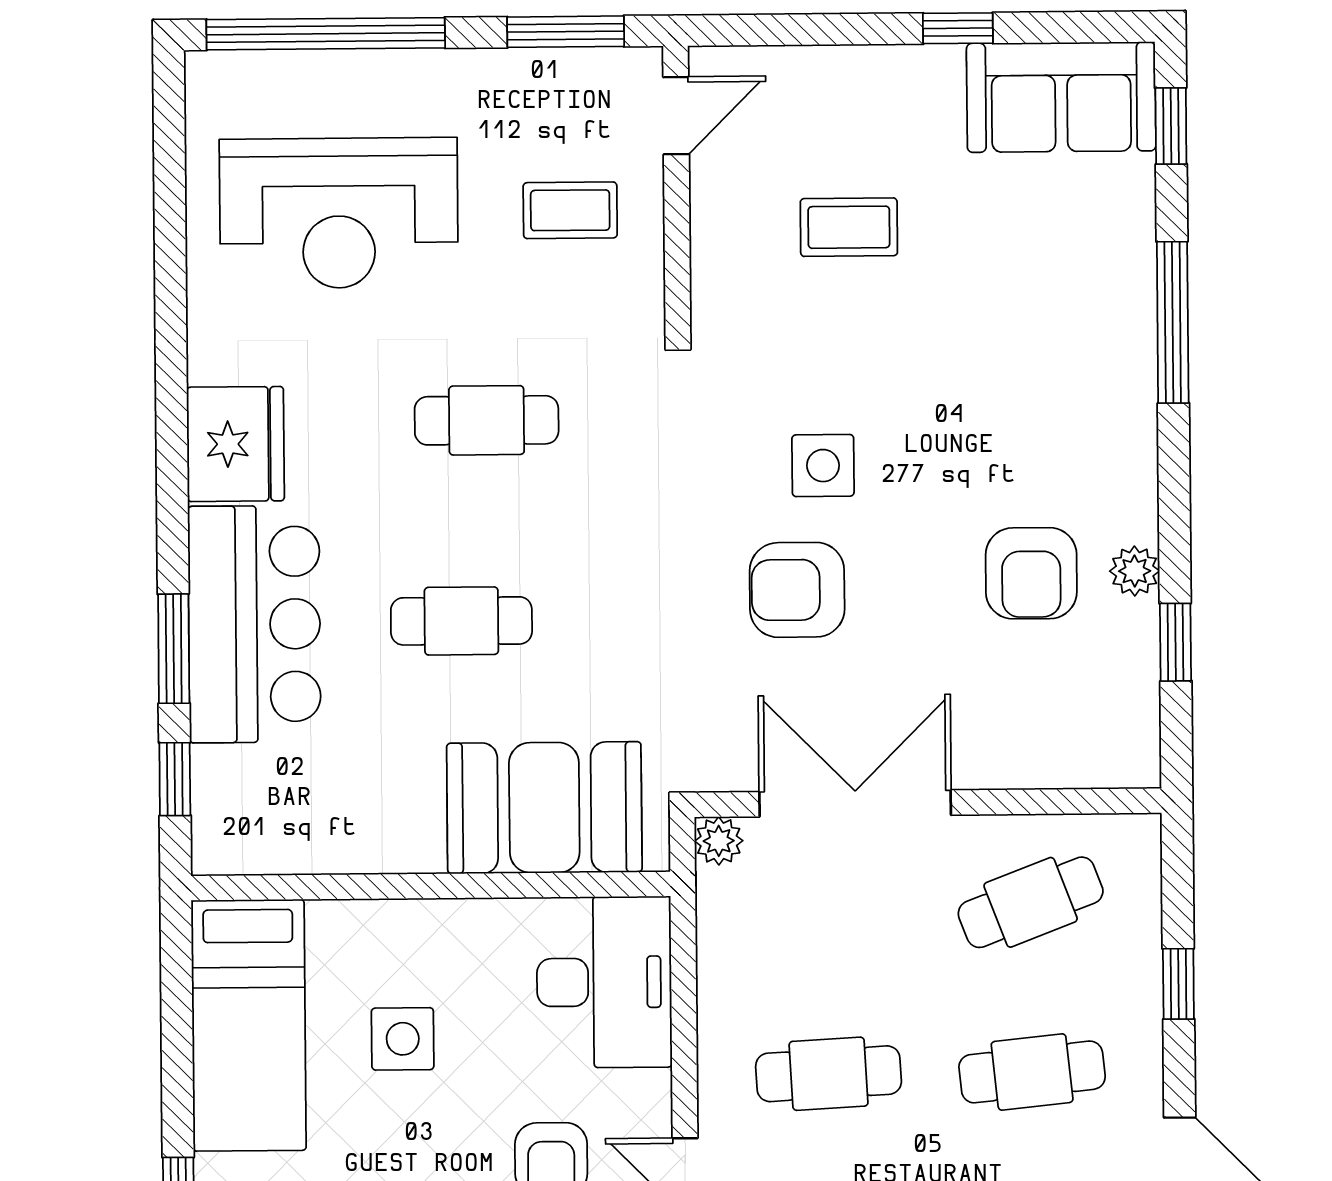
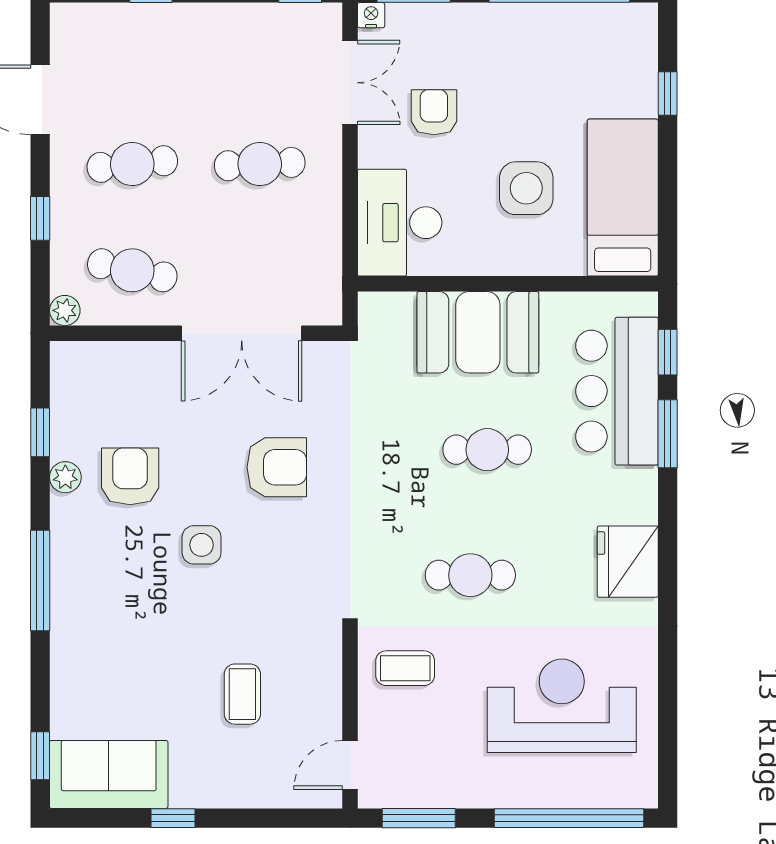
coffee table: (570, 210) -> (405, 668), moved
coffee table: (849, 227) -> (242, 694), turned 90
window: (1173, 322) -> (40, 581), moved
side table: (823, 466) -> (202, 545), moved
bar counter: (254, 624) -> (617, 391), moved
booth: (544, 808) -> (478, 332), moved
plant: (719, 841) -> (65, 310), moved
cafe table: (1031, 902) -> (132, 270), turned 33
side table: (403, 1039) -> (526, 188), width x1.37, depth x1.37

